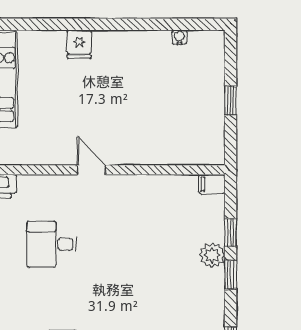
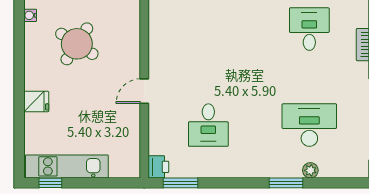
round table: (146, 91) -> (77, 44), added

